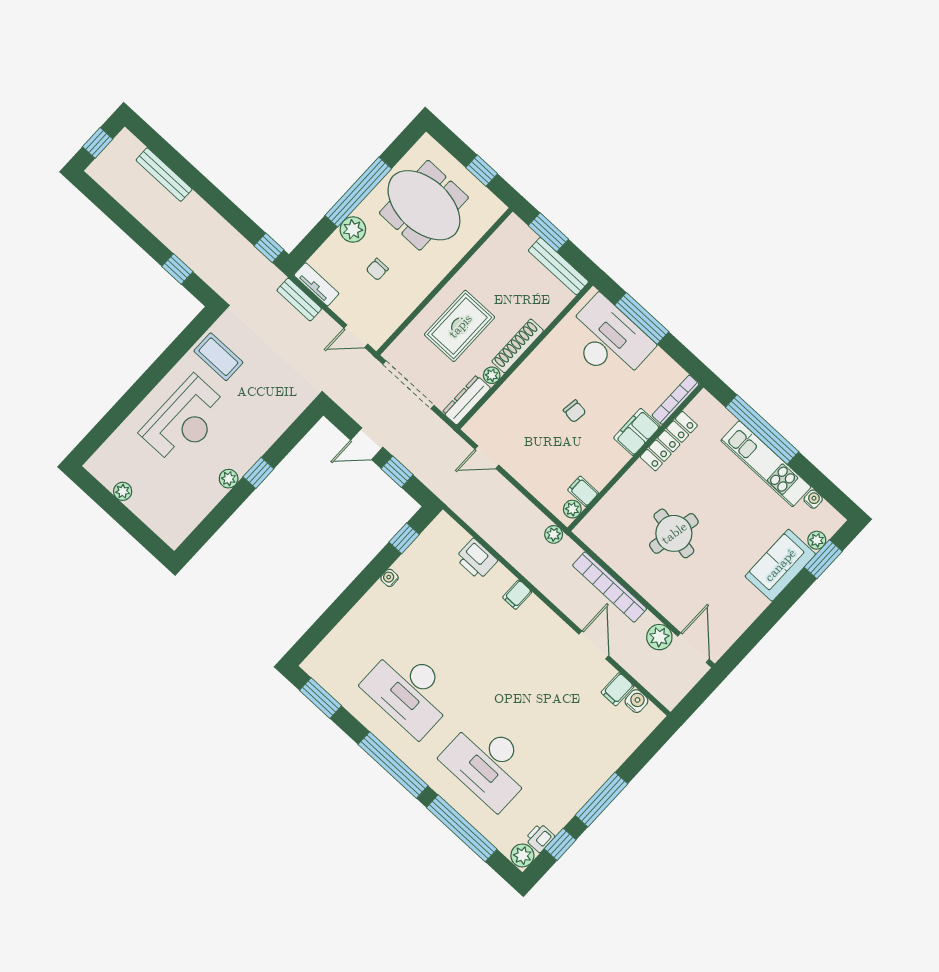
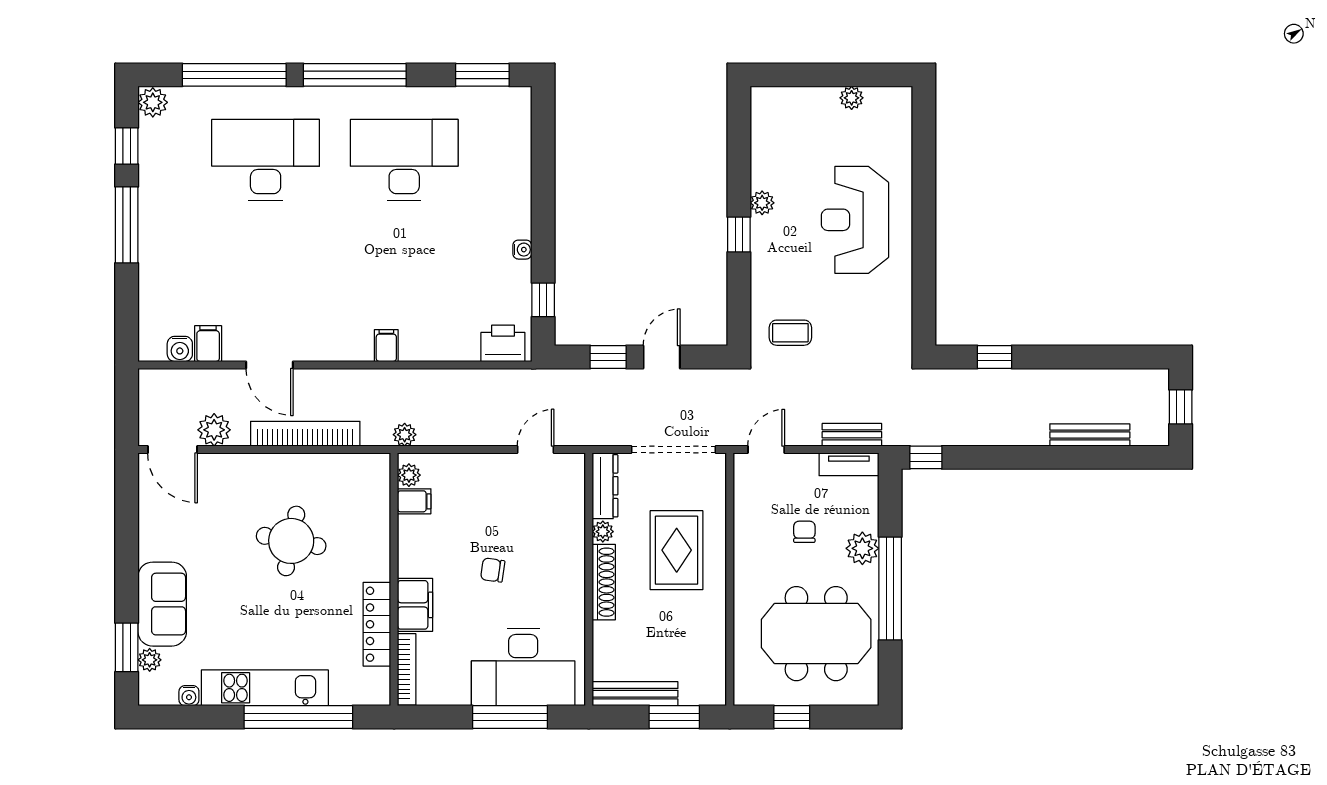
coffee table: (218, 357) -> (790, 333), moved, width x0.73, depth x0.77
printer: (476, 559) -> (503, 343), moved
printer: (540, 838) -> (152, 134), removed

